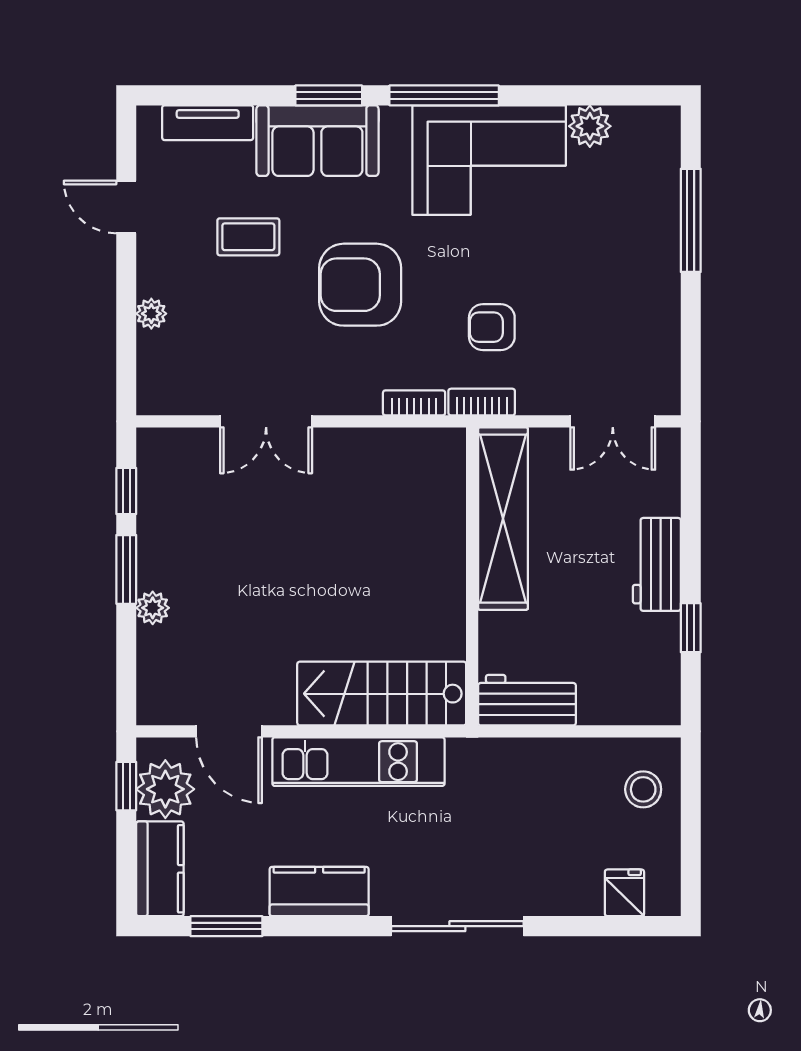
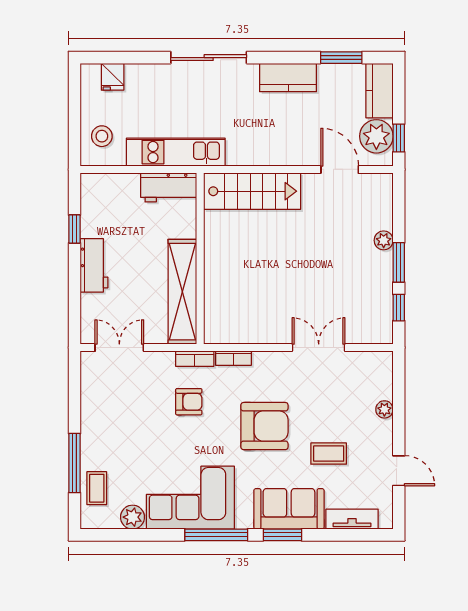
coffee table: (652, 177) -> (97, 488), added
kitchen unit: (358, 762) -> (176, 152), moved

